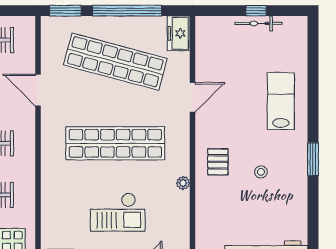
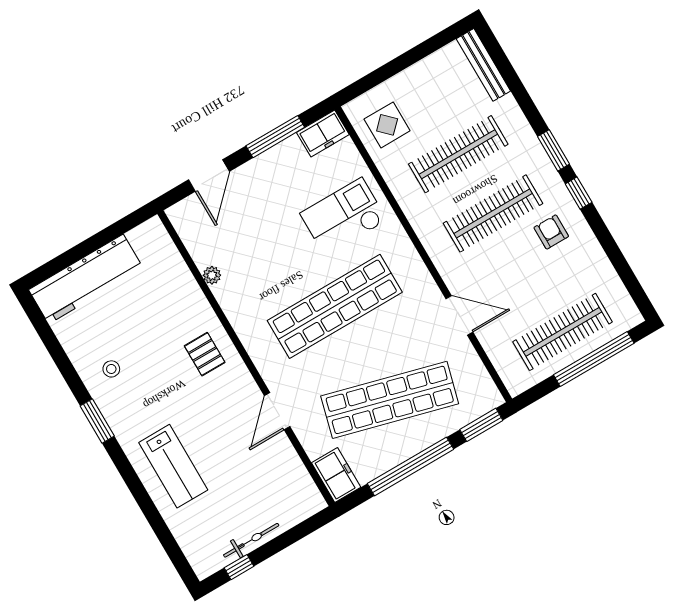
window: (256, 11) -> (239, 567), moved
stool: (261, 172) -> (111, 369), moved
plant: (183, 183) -> (212, 275), moved
checkout: (118, 212) -> (343, 217), moved

